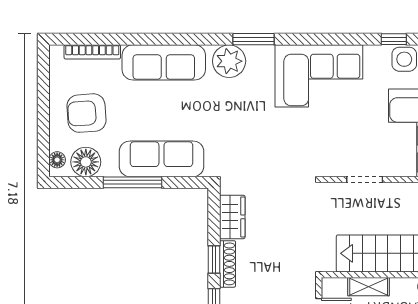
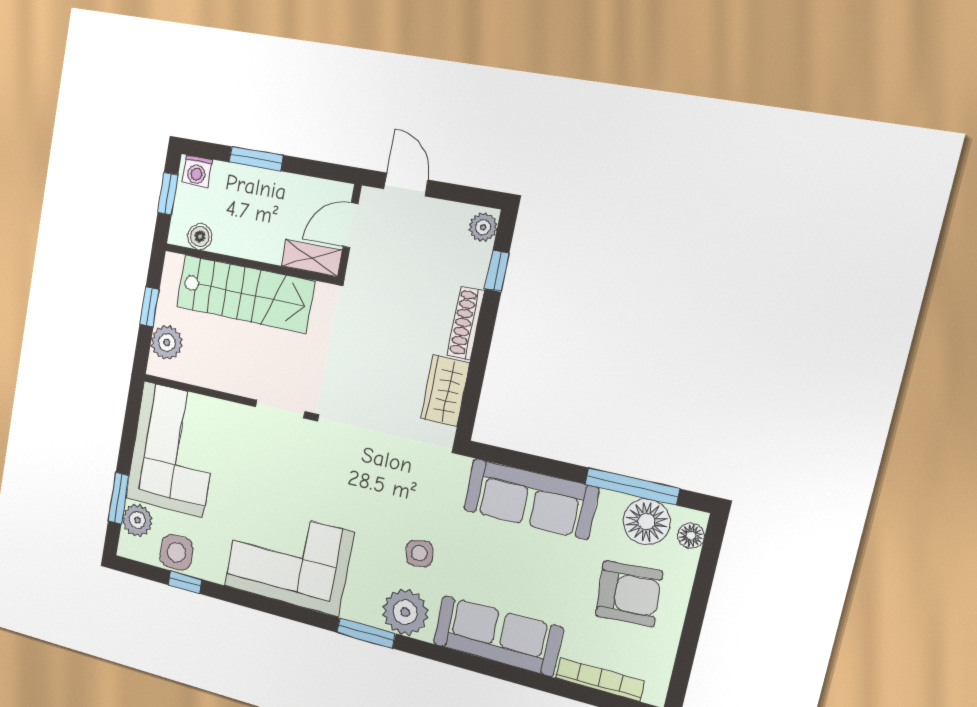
side table: (228, 104) -> (419, 553), added
doorway: (365, 179) -> (280, 409), moved
window: (132, 182) -> (632, 486), moved
window: (214, 259) -> (484, 334), removed
shelving: (369, 287) -> (312, 258), moved

